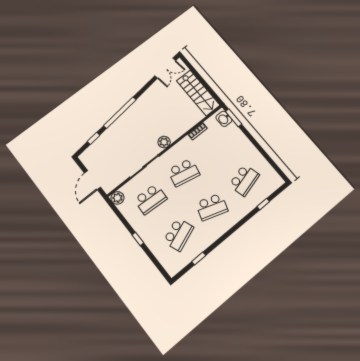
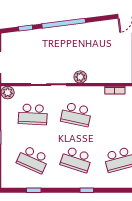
window: (263, 204) -> (87, 190), moved
school desk: (178, 234) -> (33, 160), turned 45

